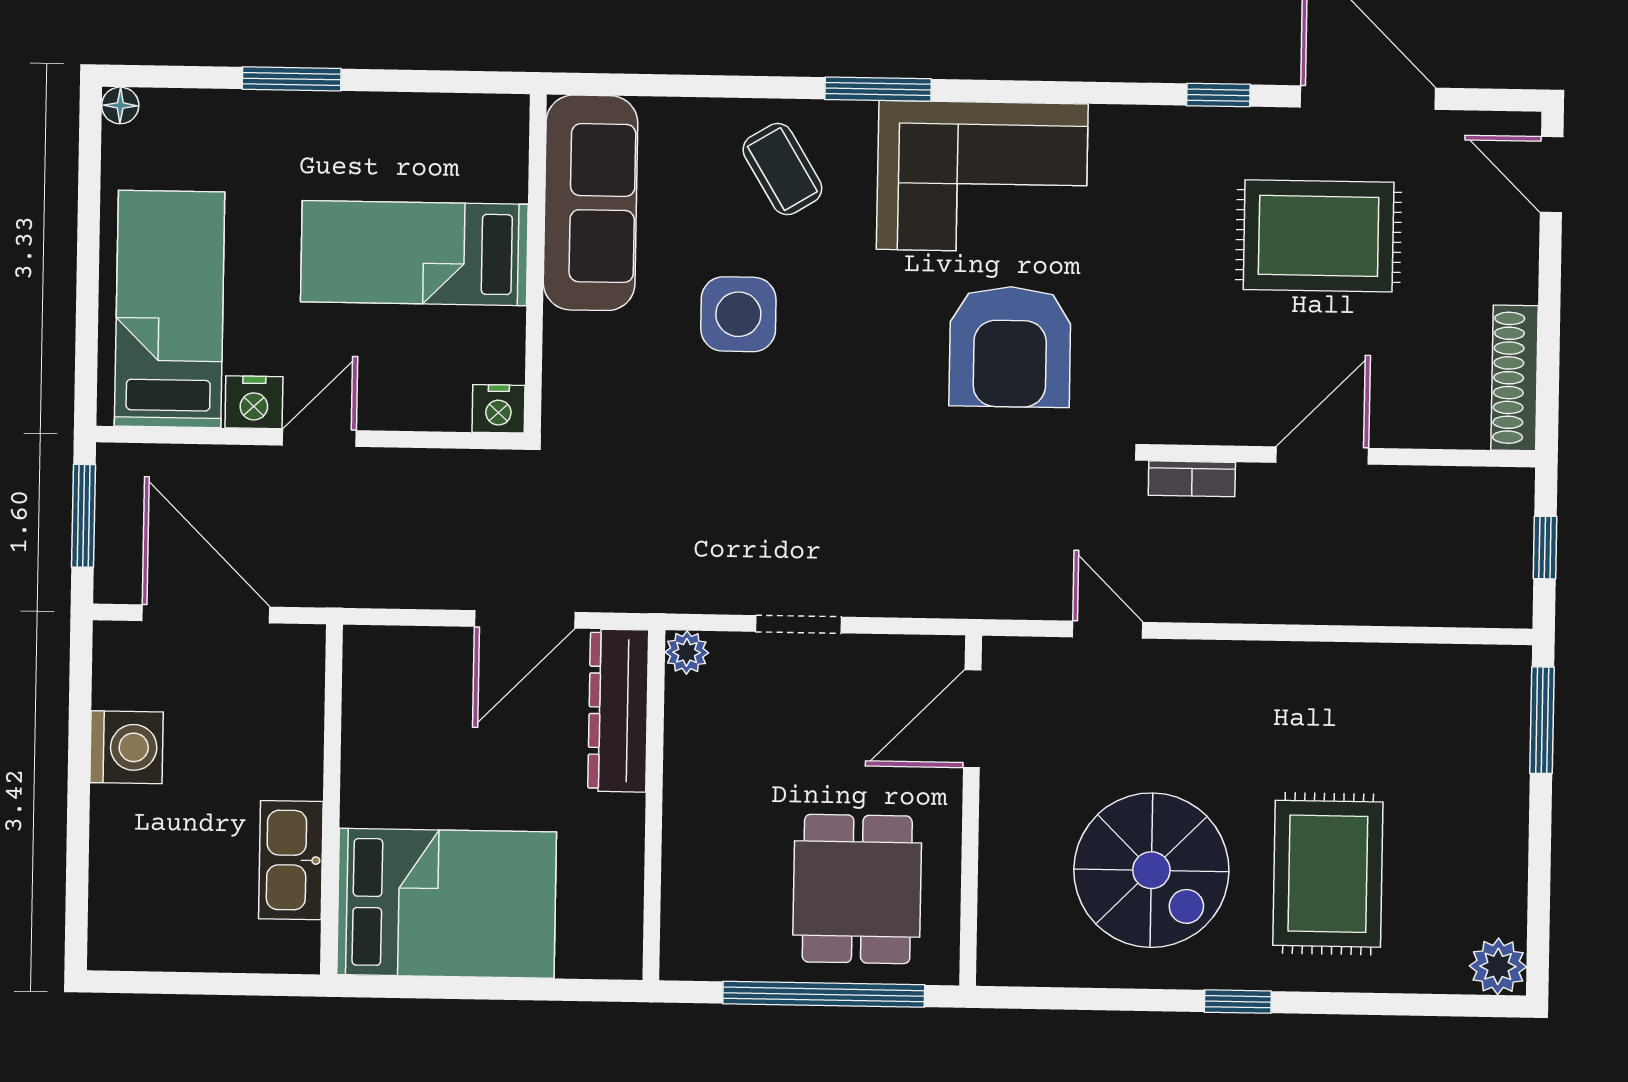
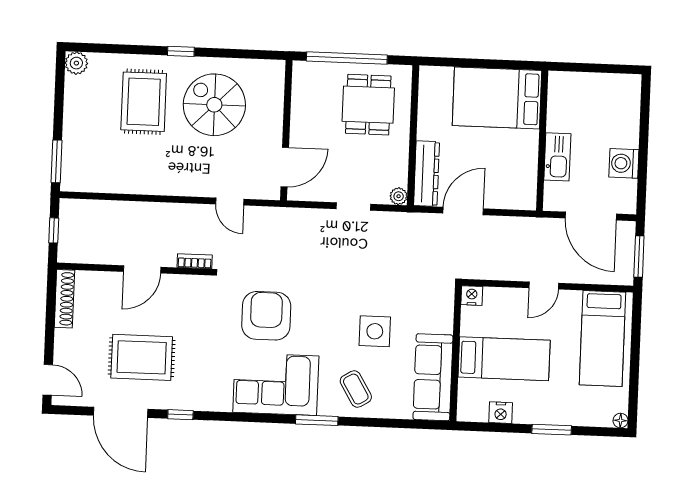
nightstand: (254, 402) -> (501, 413), moved, turned 180
kitchen sink: (291, 860) -> (557, 157), moved
dining table: (857, 889) -> (368, 105), moved

